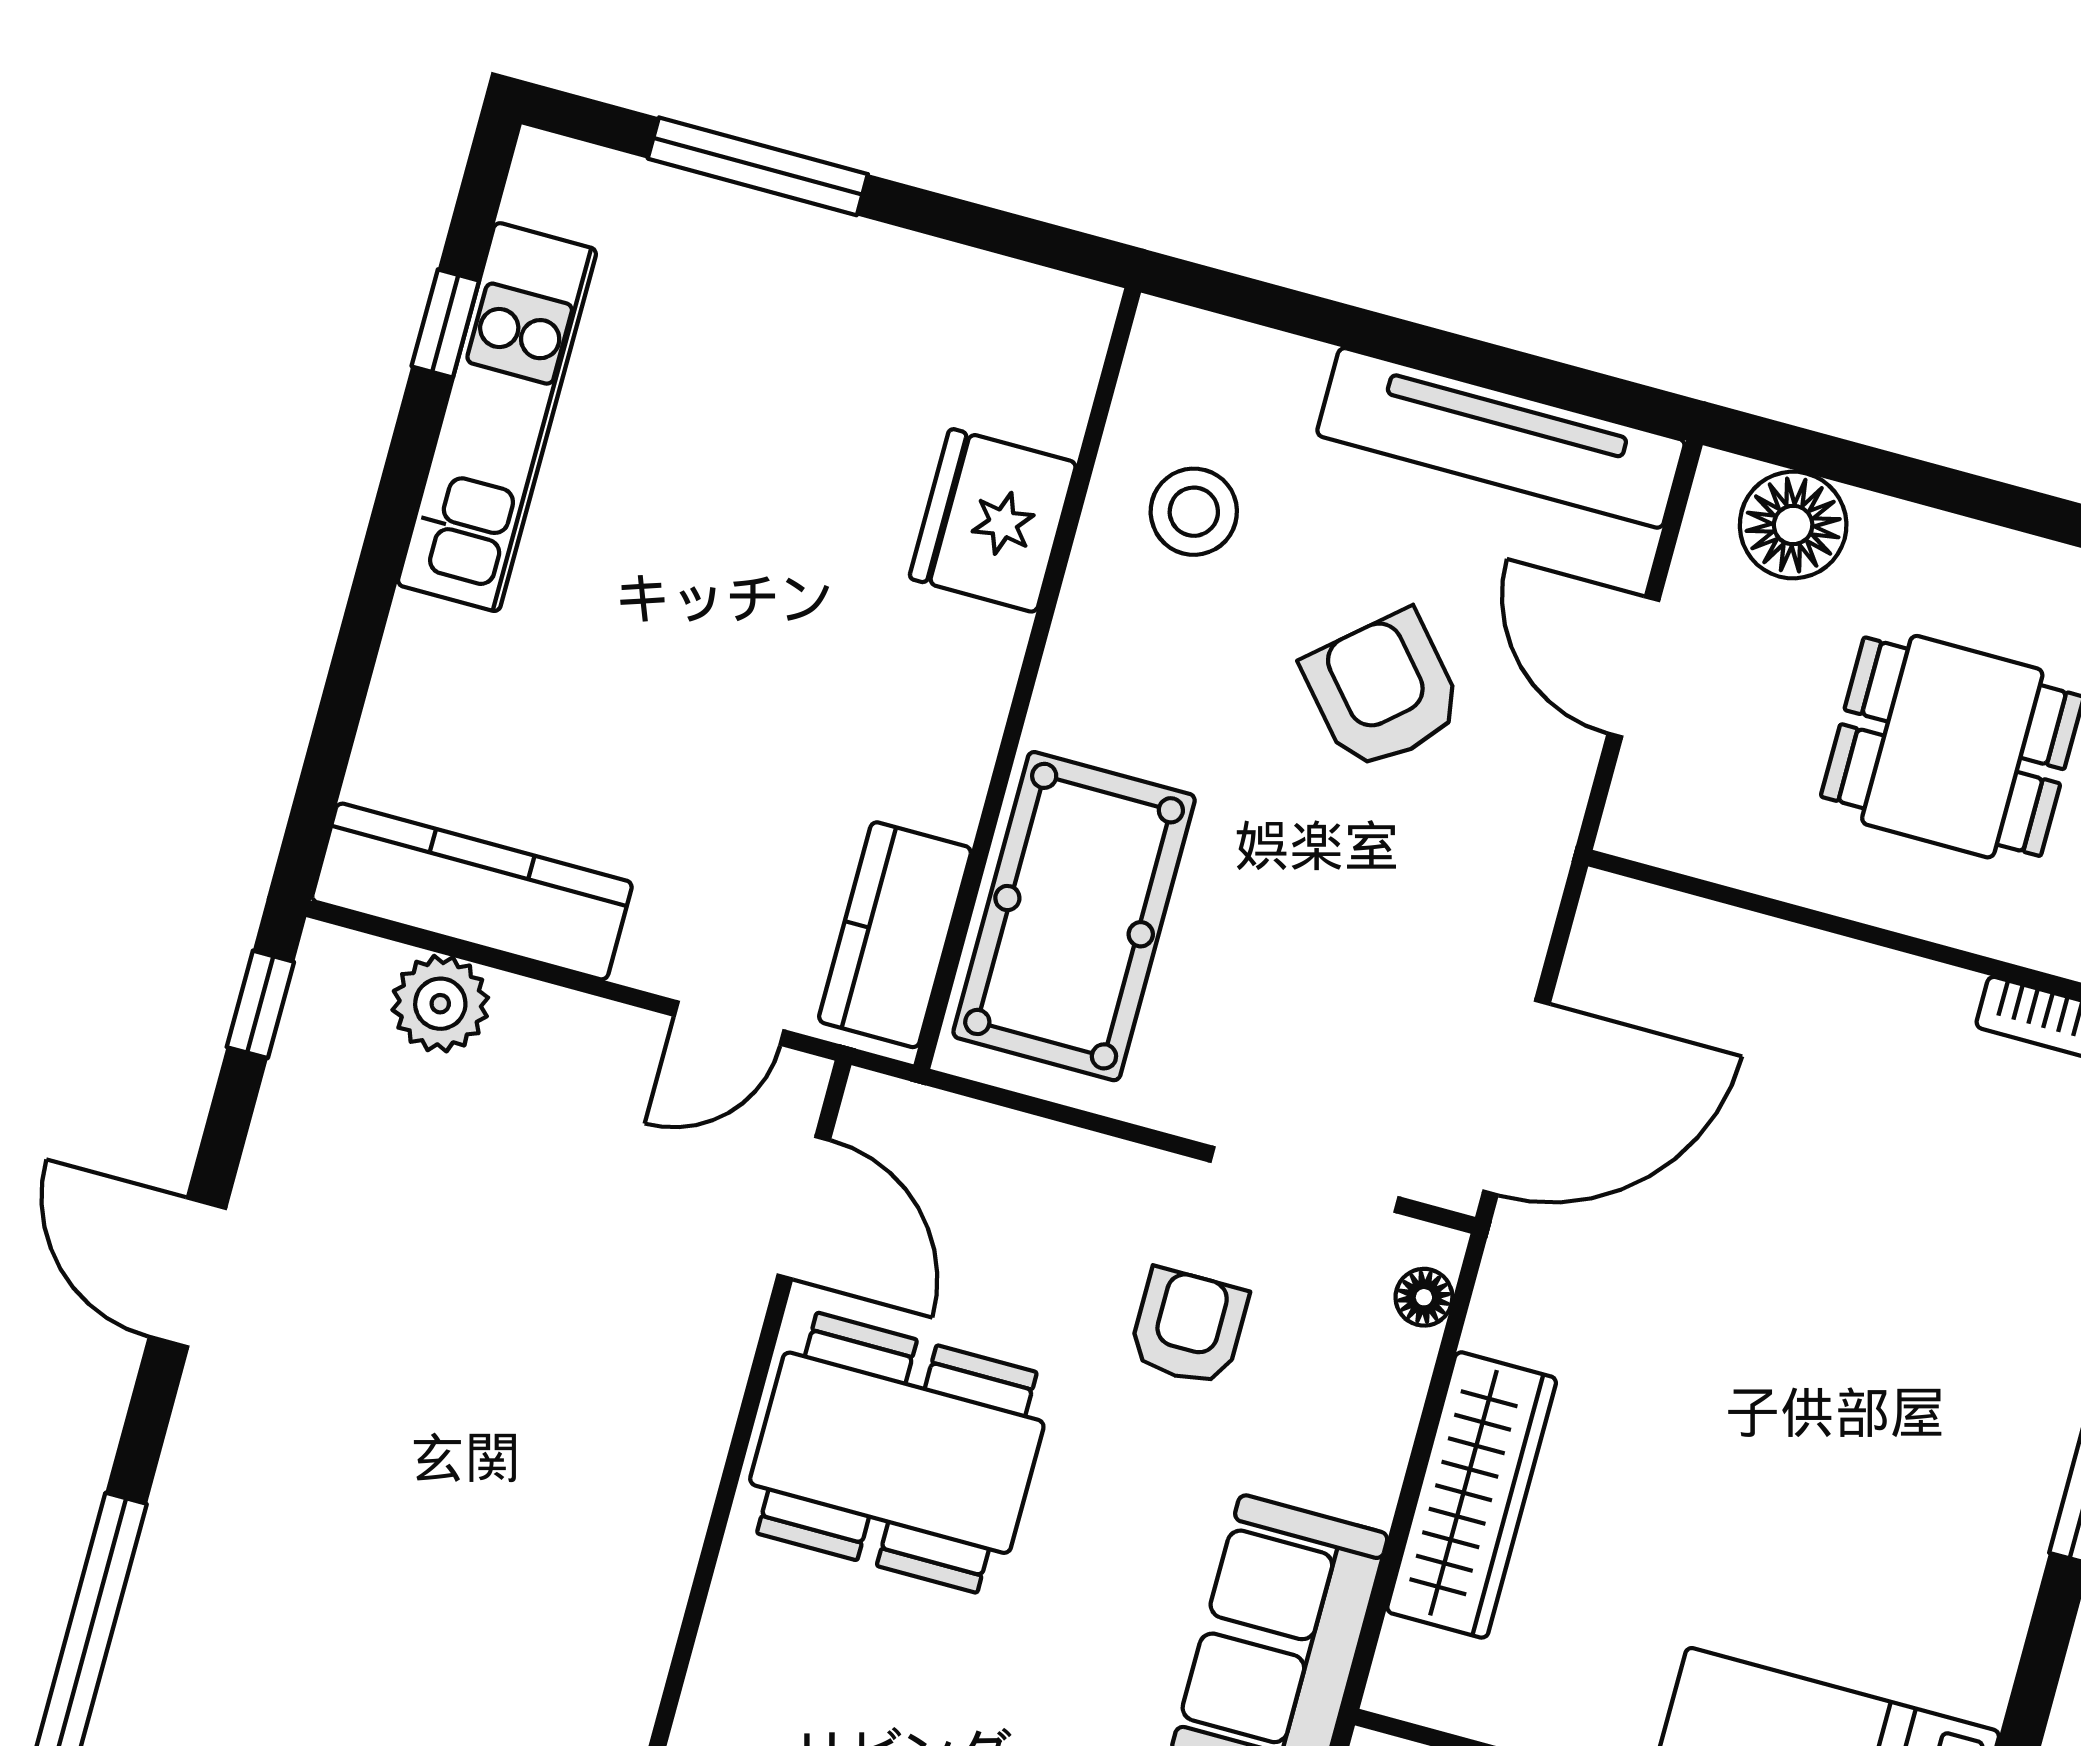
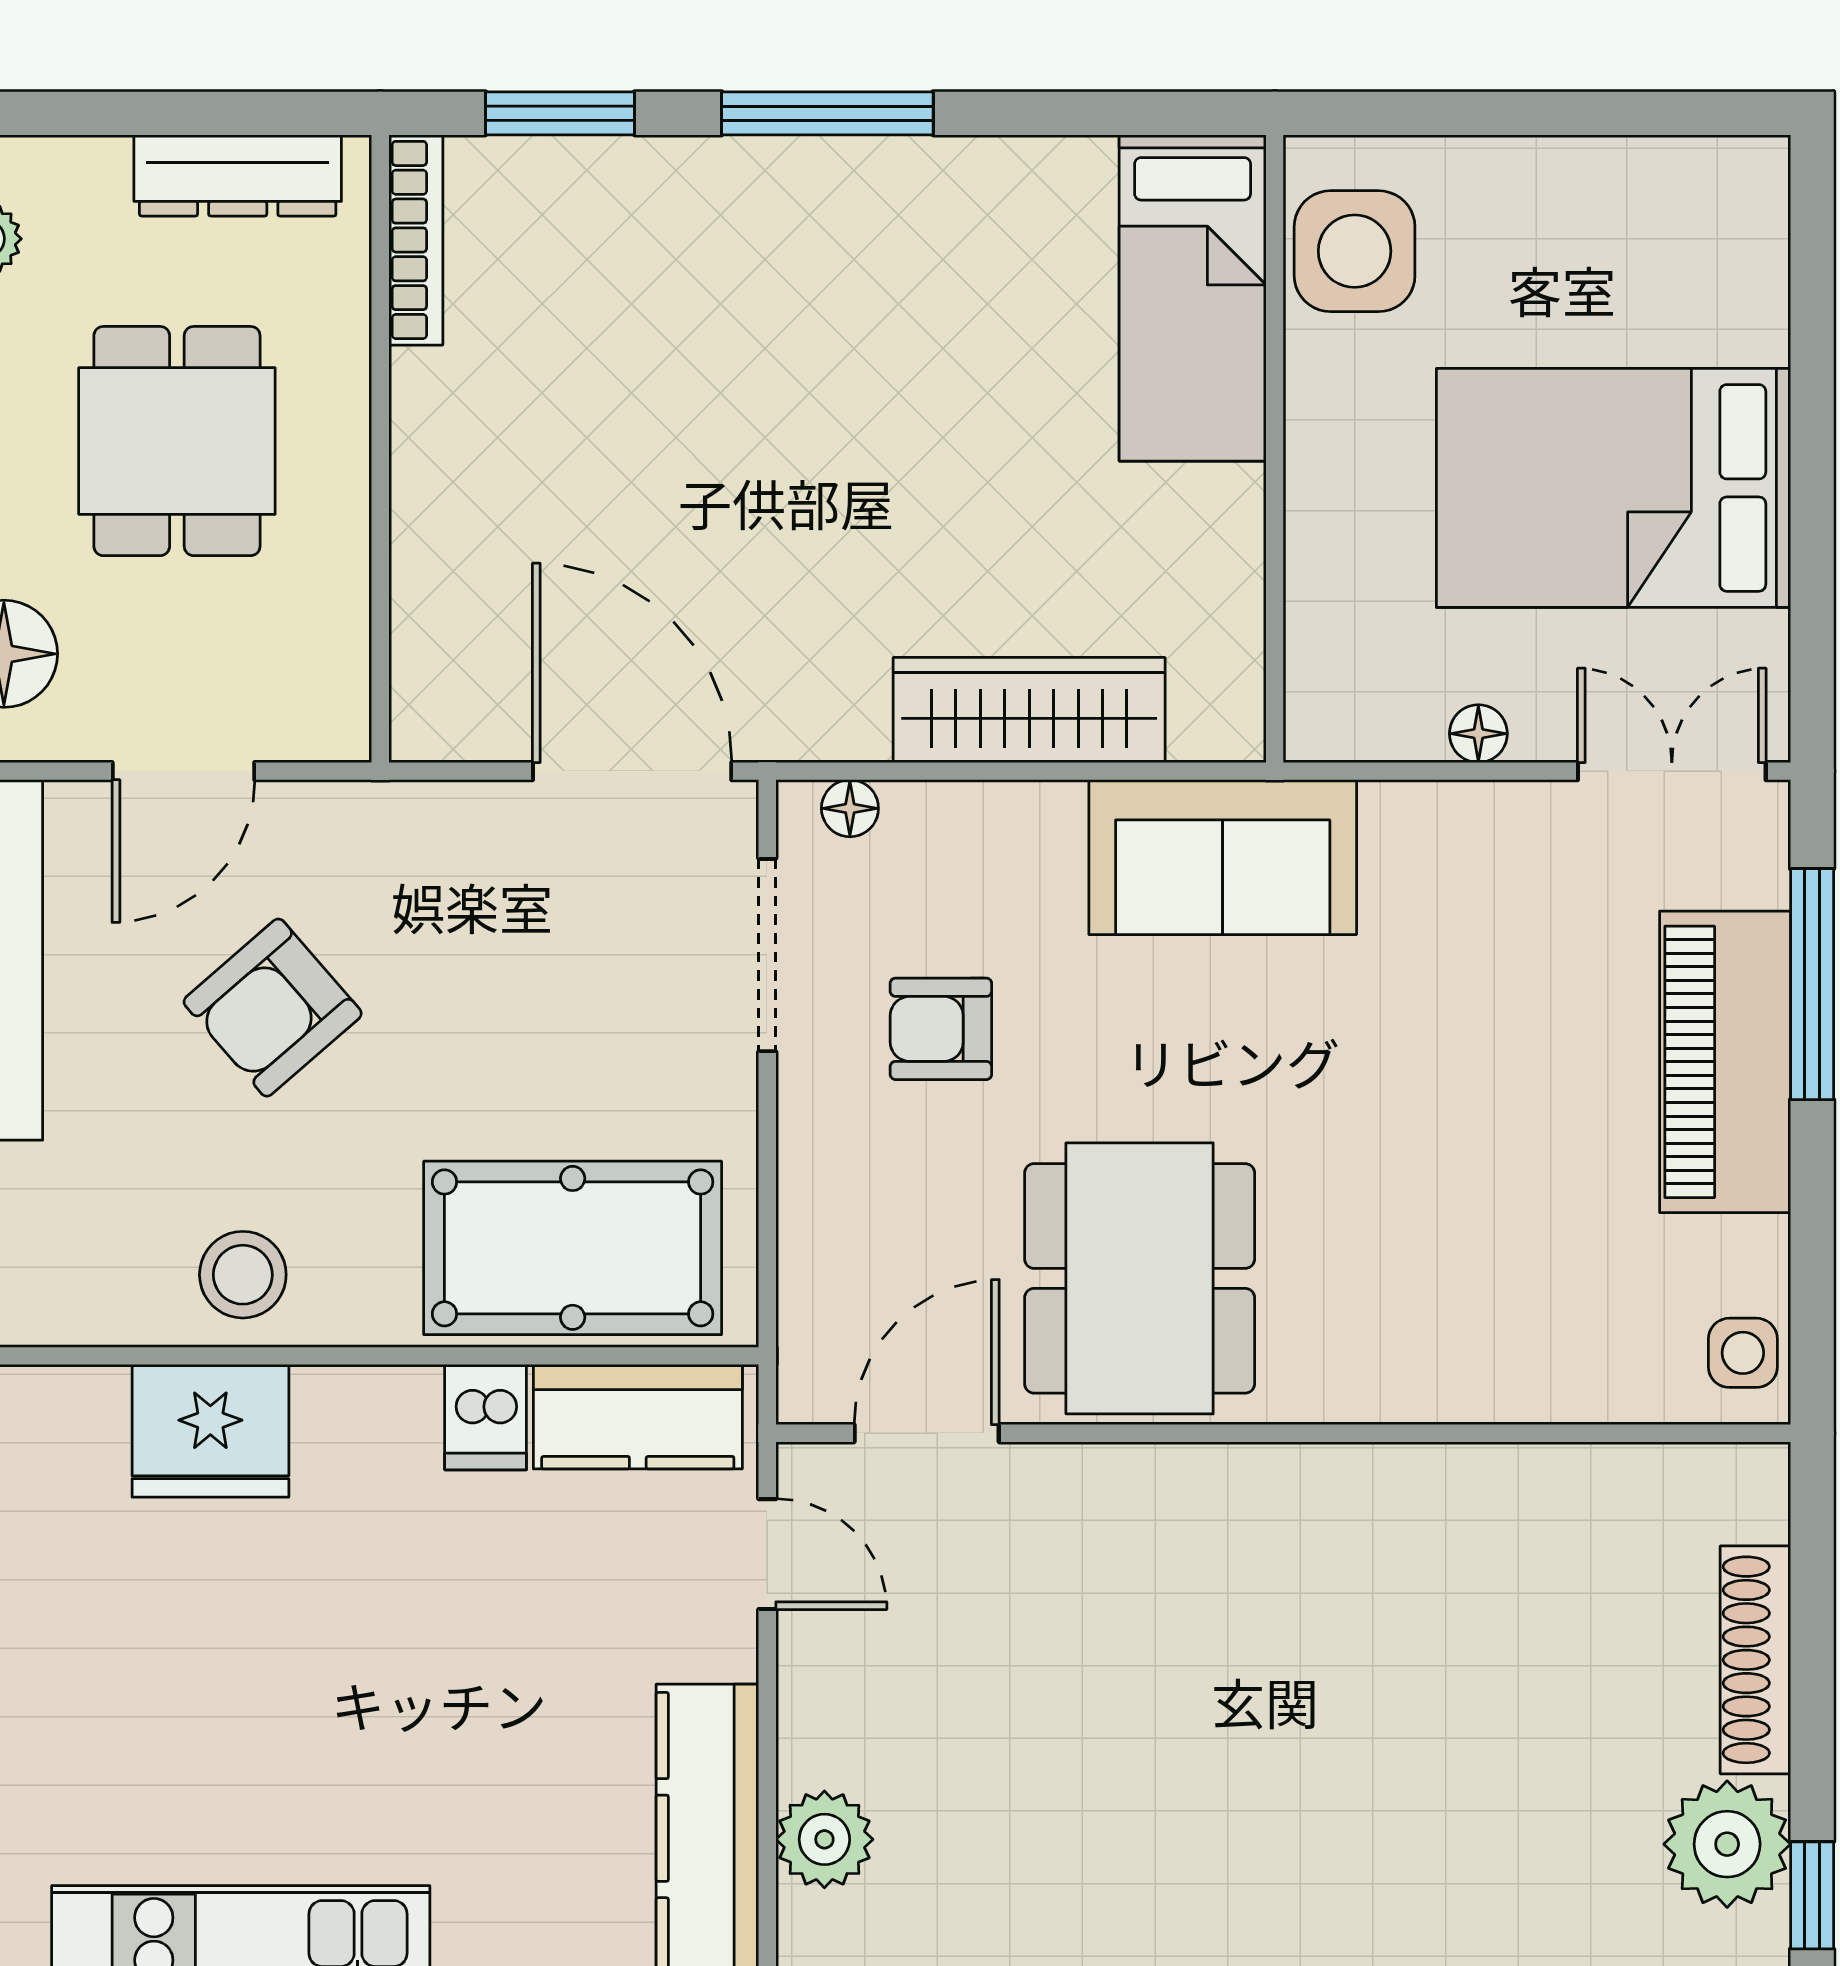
stool: (1194, 512) -> (243, 1275), moved
dishwasher: (934, 788) -> (486, 1417), added

